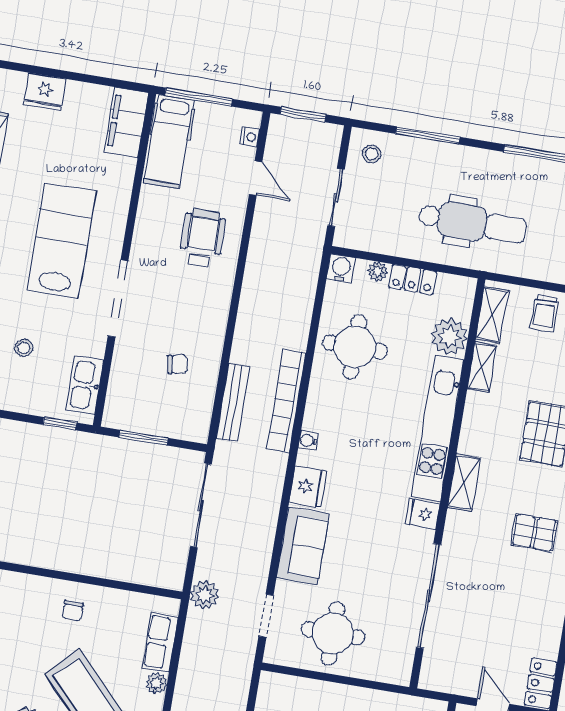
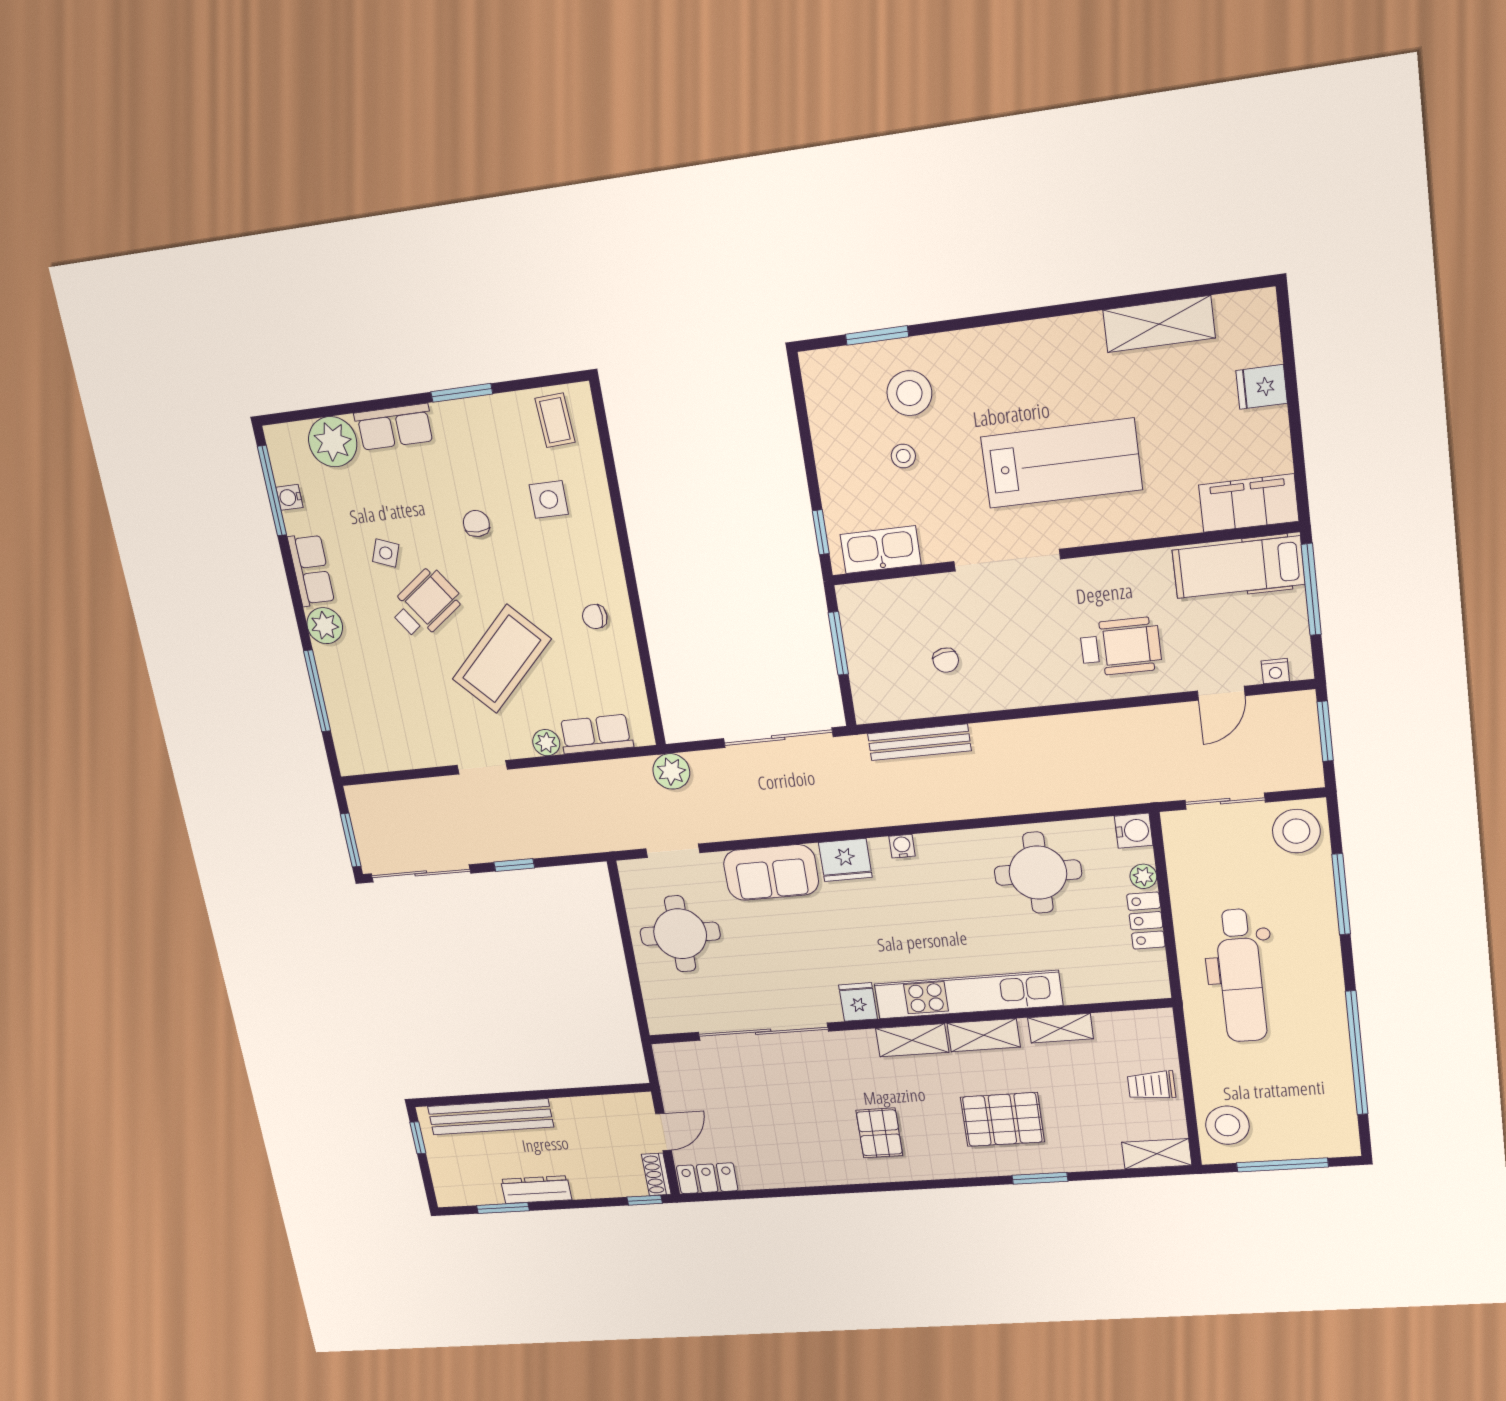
fridge: (45, 92) -> (1262, 387), width x0.72
stool: (372, 154) -> (1296, 831), width x1.89, depth x1.89
shelving: (492, 315) -> (984, 1035), moved
plant: (449, 337) -> (1087, 982), removed
bookcase: (286, 401) -> (943, 807), removed

